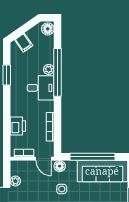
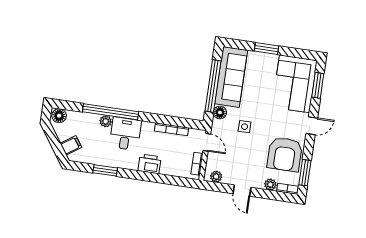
printer: (18, 126) -> (150, 164), moved
door: (44, 159) -> (207, 142), hinge flipped
floor lamp: (60, 166) -> (220, 112), moved
plant: (15, 181) -> (216, 177), moved

